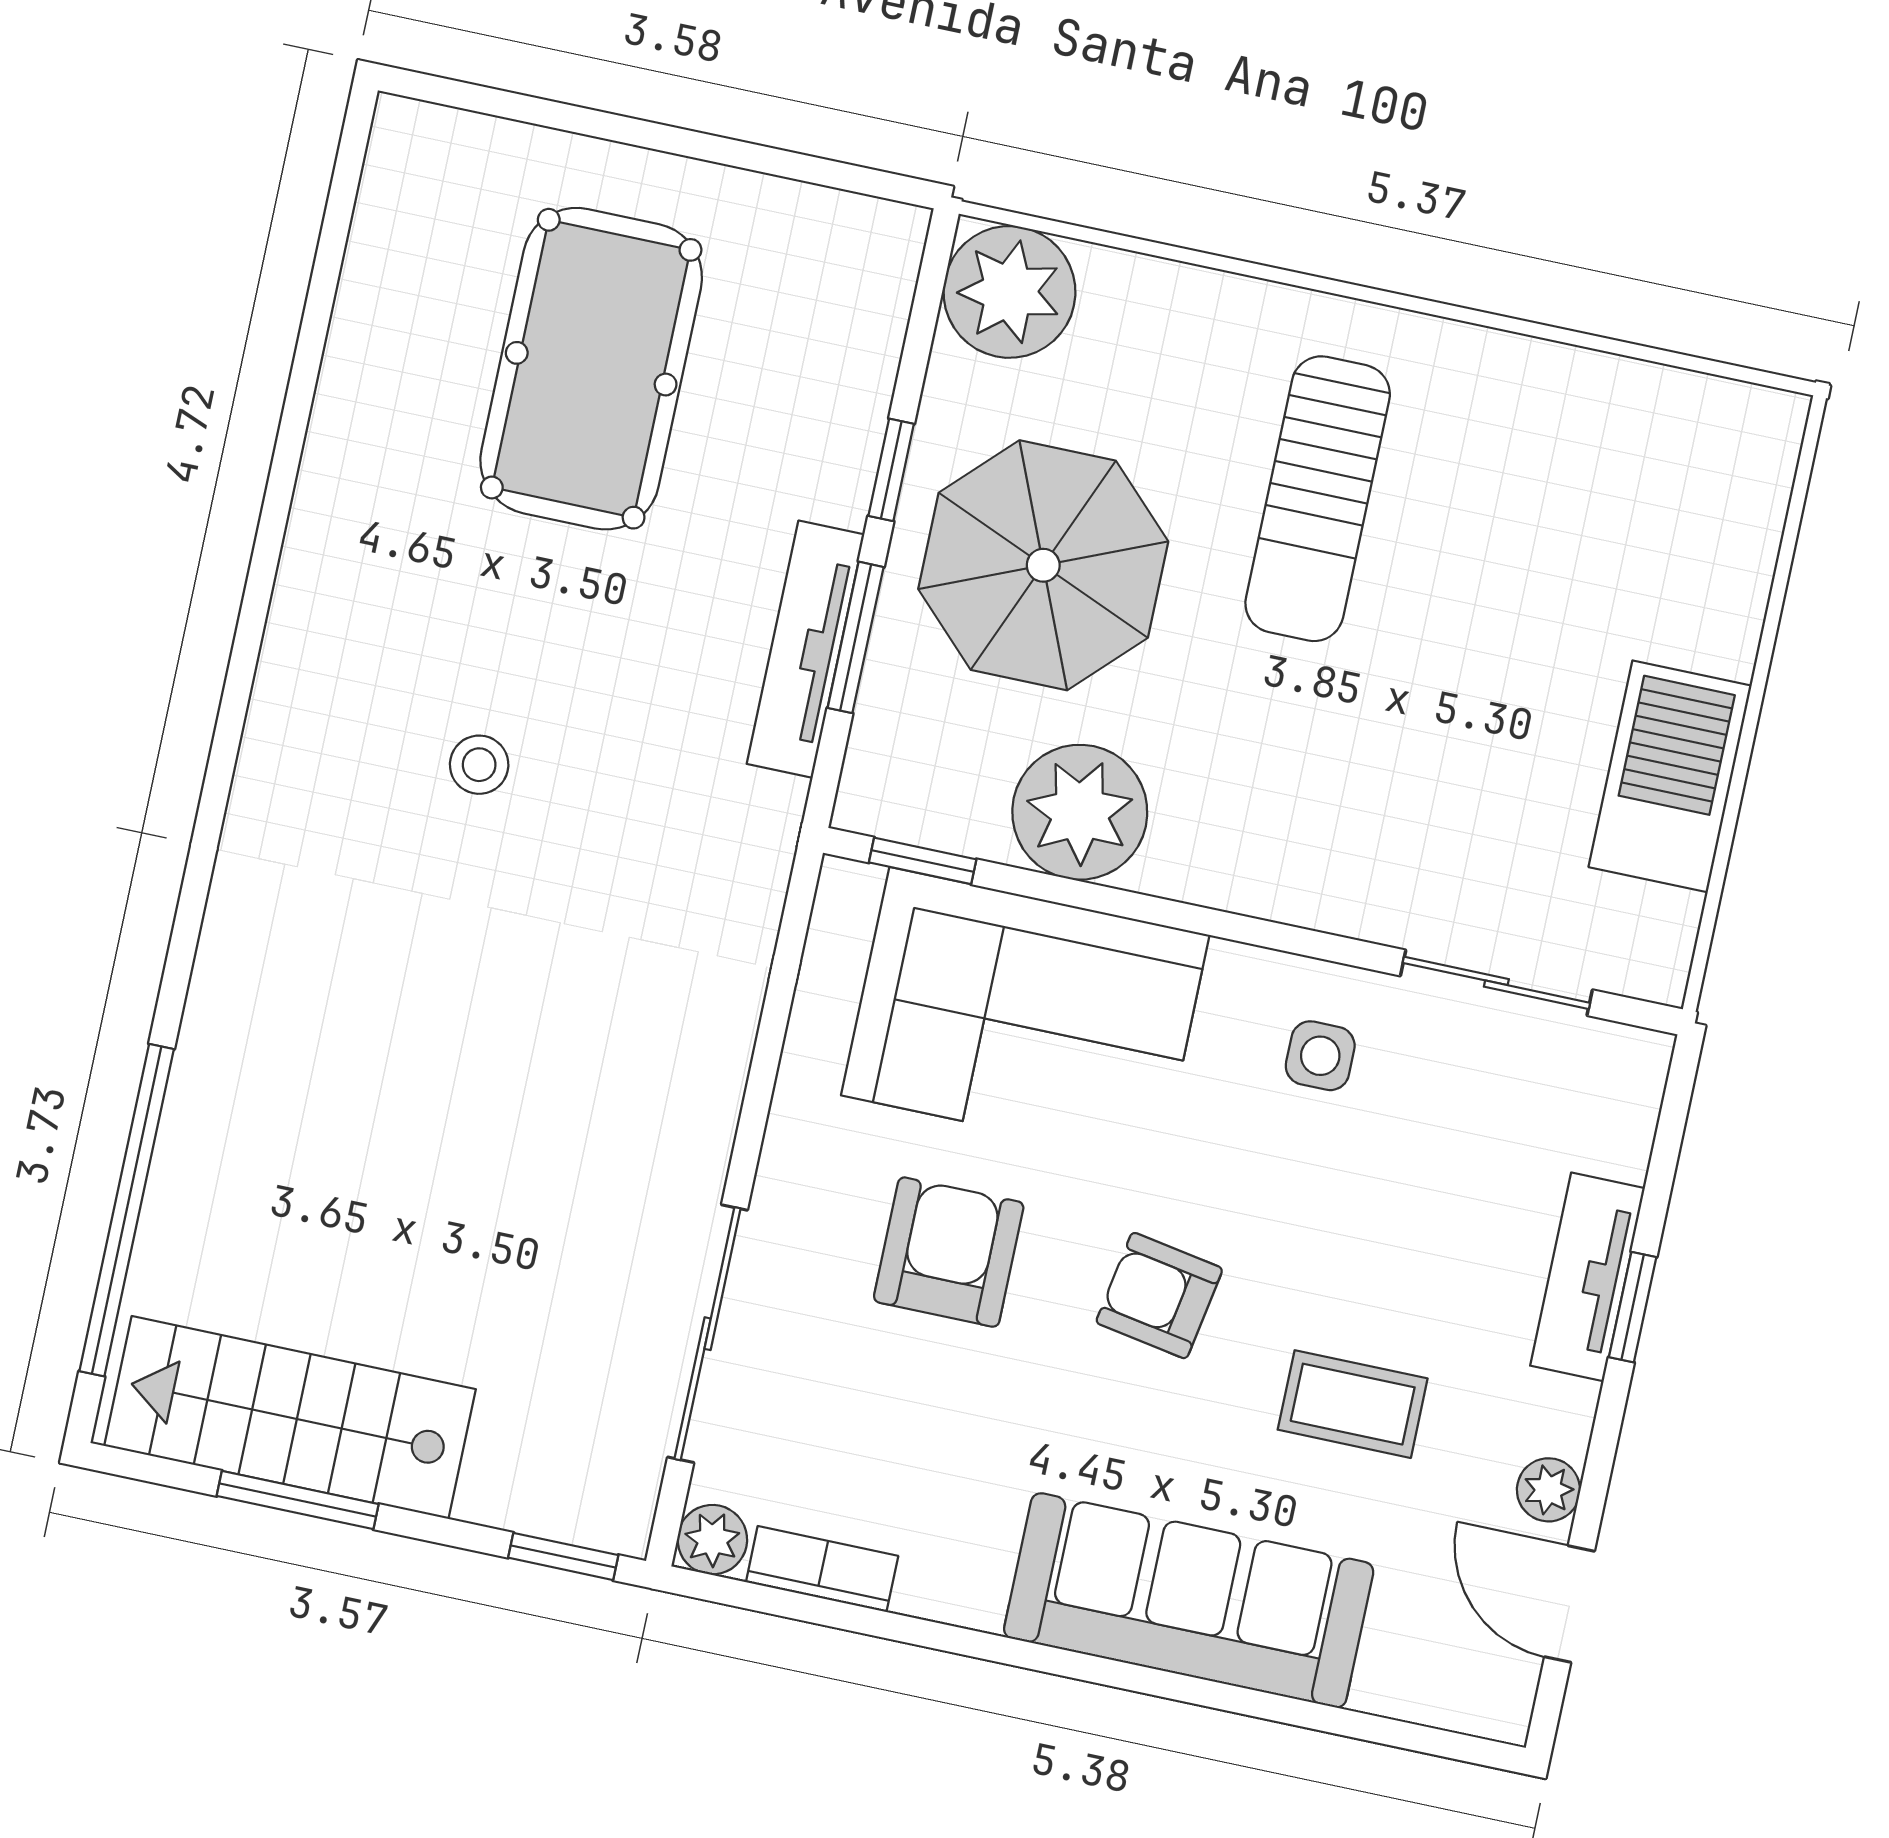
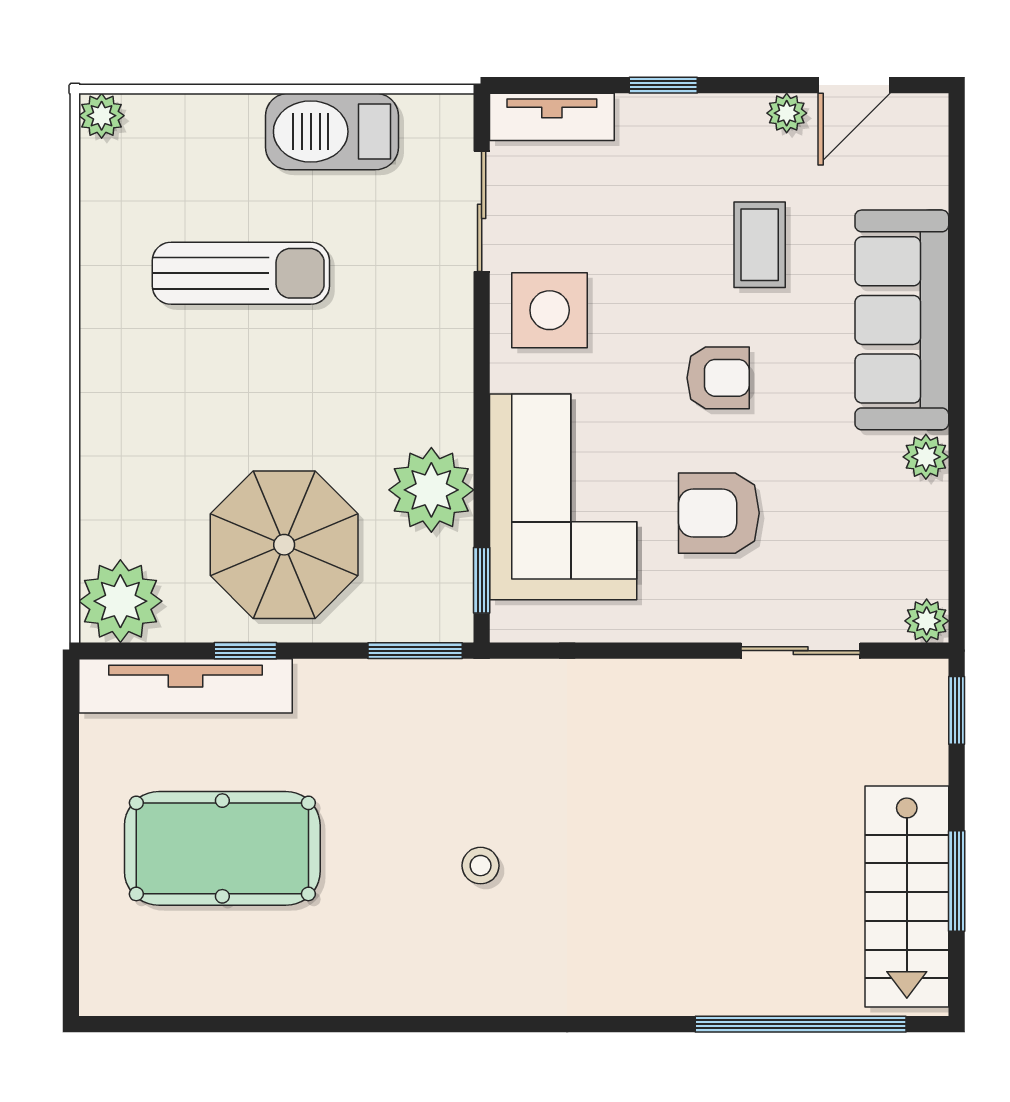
plant: (1771, 423) -> (102, 116), added
sun lounger: (1318, 499) -> (241, 273), moved
window: (856, 637) -> (415, 651), moved
tv unit: (806, 649) -> (186, 686), moved, width x1.36, depth x1.29
side table: (1320, 1056) -> (550, 310), width x1.87, depth x1.87
tv unit: (1587, 1277) -> (552, 117), moved
armchair: (1159, 1296) -> (718, 378), turned -100
sliding door: (708, 1334) -> (801, 651), width x0.73
bookcase: (822, 1569) -> (930, 549), removed
plant: (968, 1593) -> (926, 457), added

